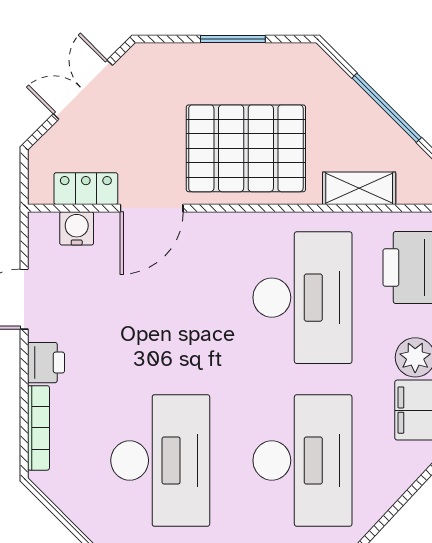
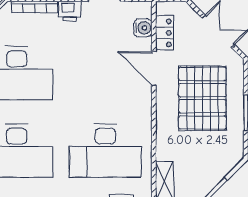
pallet: (246, 148) -> (202, 98), moved

